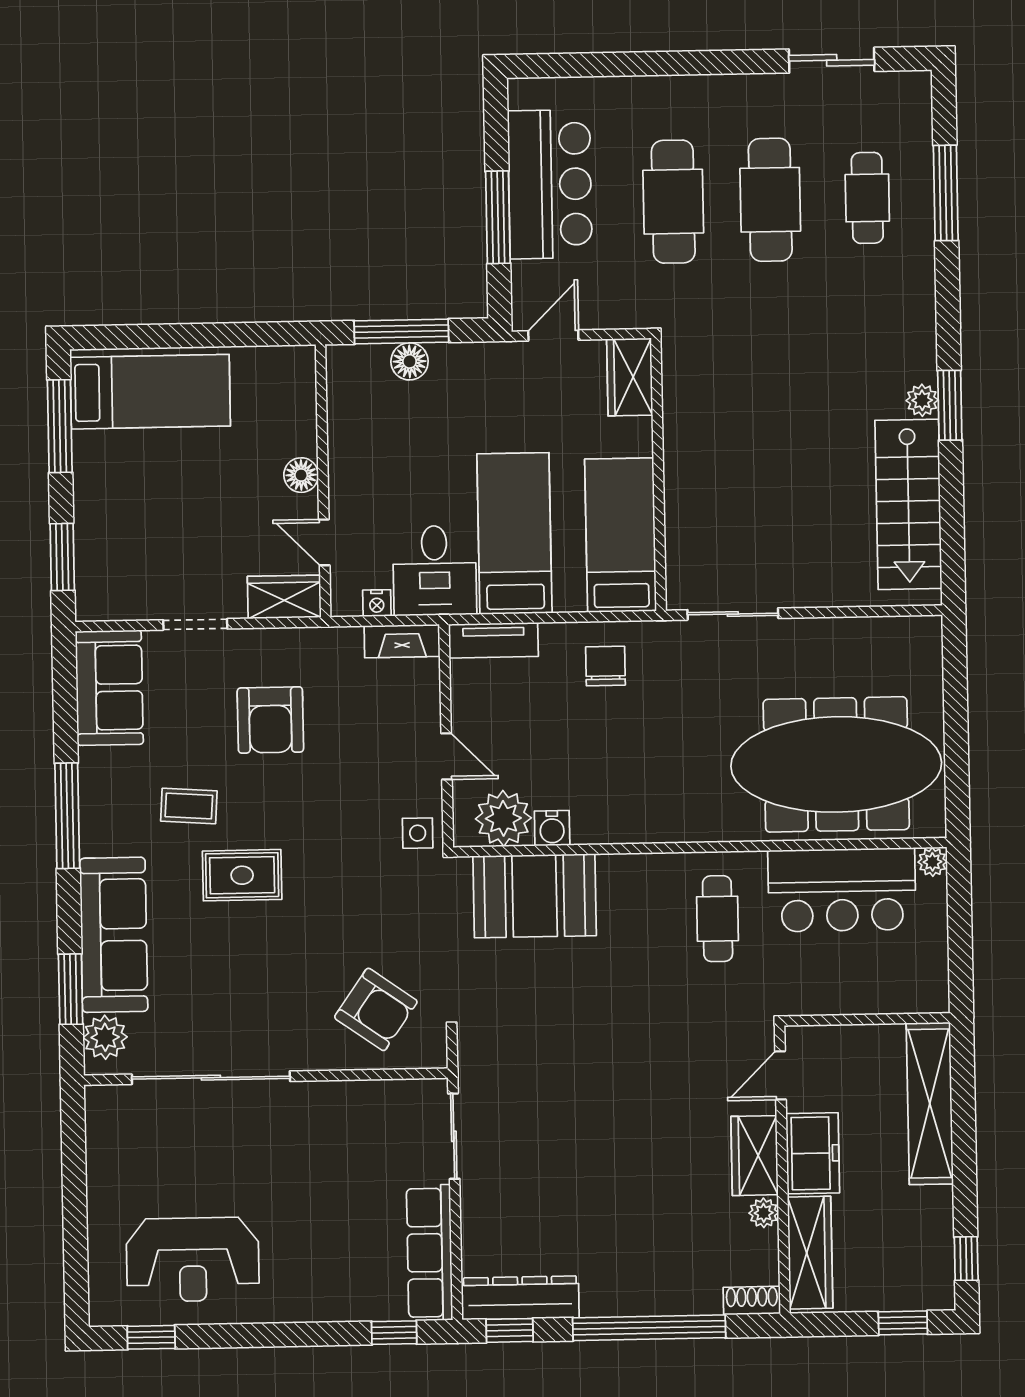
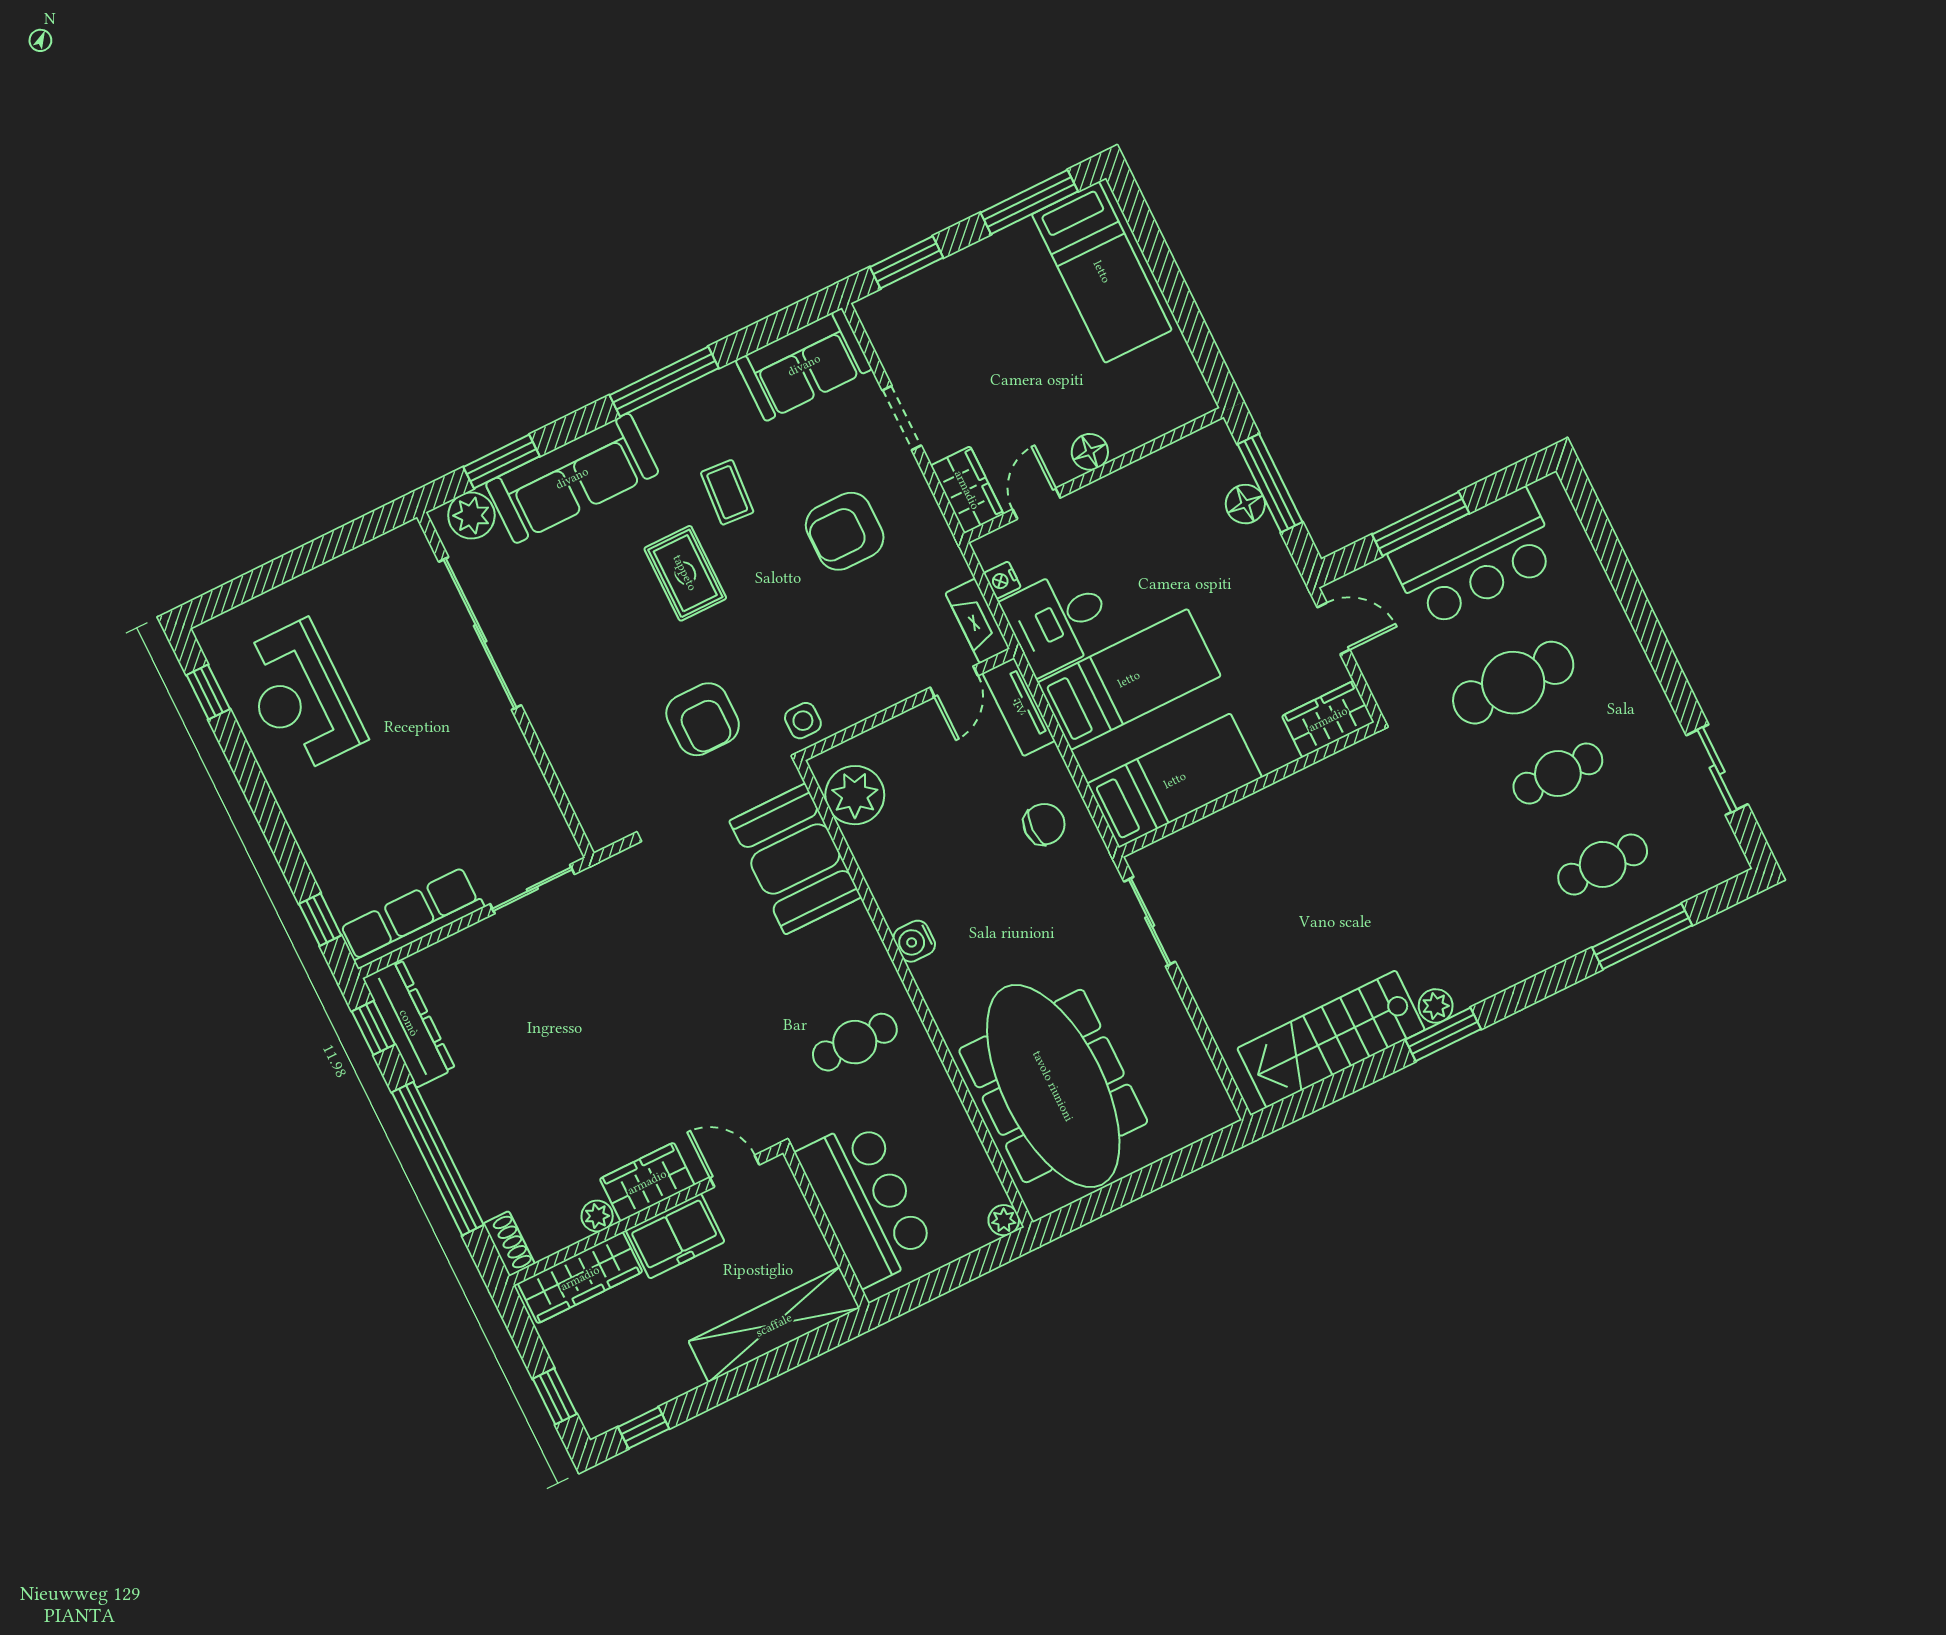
cafe table: (770, 200) -> (1558, 774), width x0.73, depth x0.74
door: (447, 756) -> (954, 682), moved
water cooler: (552, 828) -> (914, 941), moved
bar counter: (842, 890) -> (866, 1202), moved, turned 180
armchair: (376, 1009) -> (703, 719), moved, turned -35

